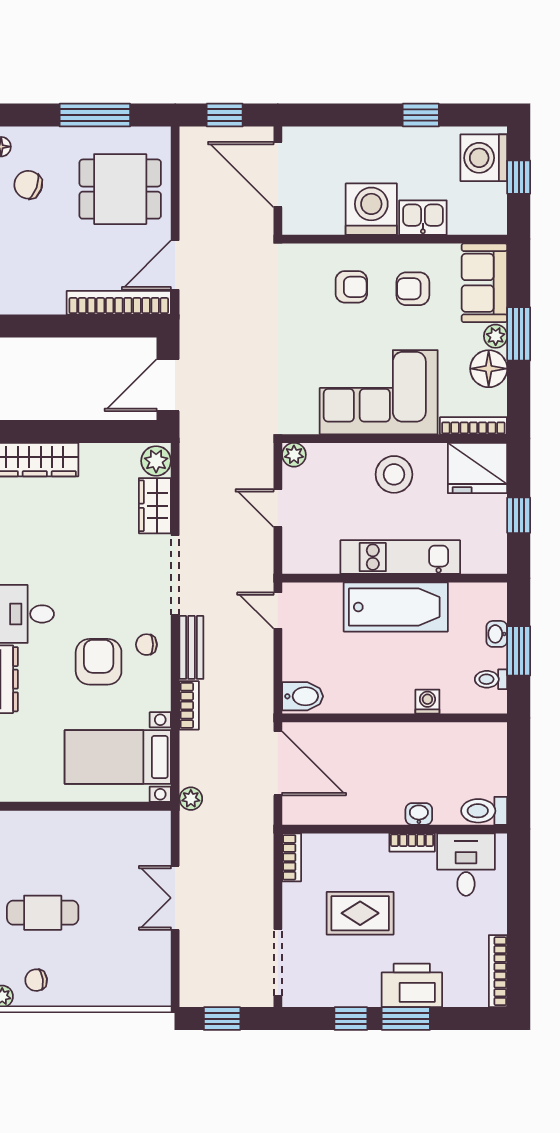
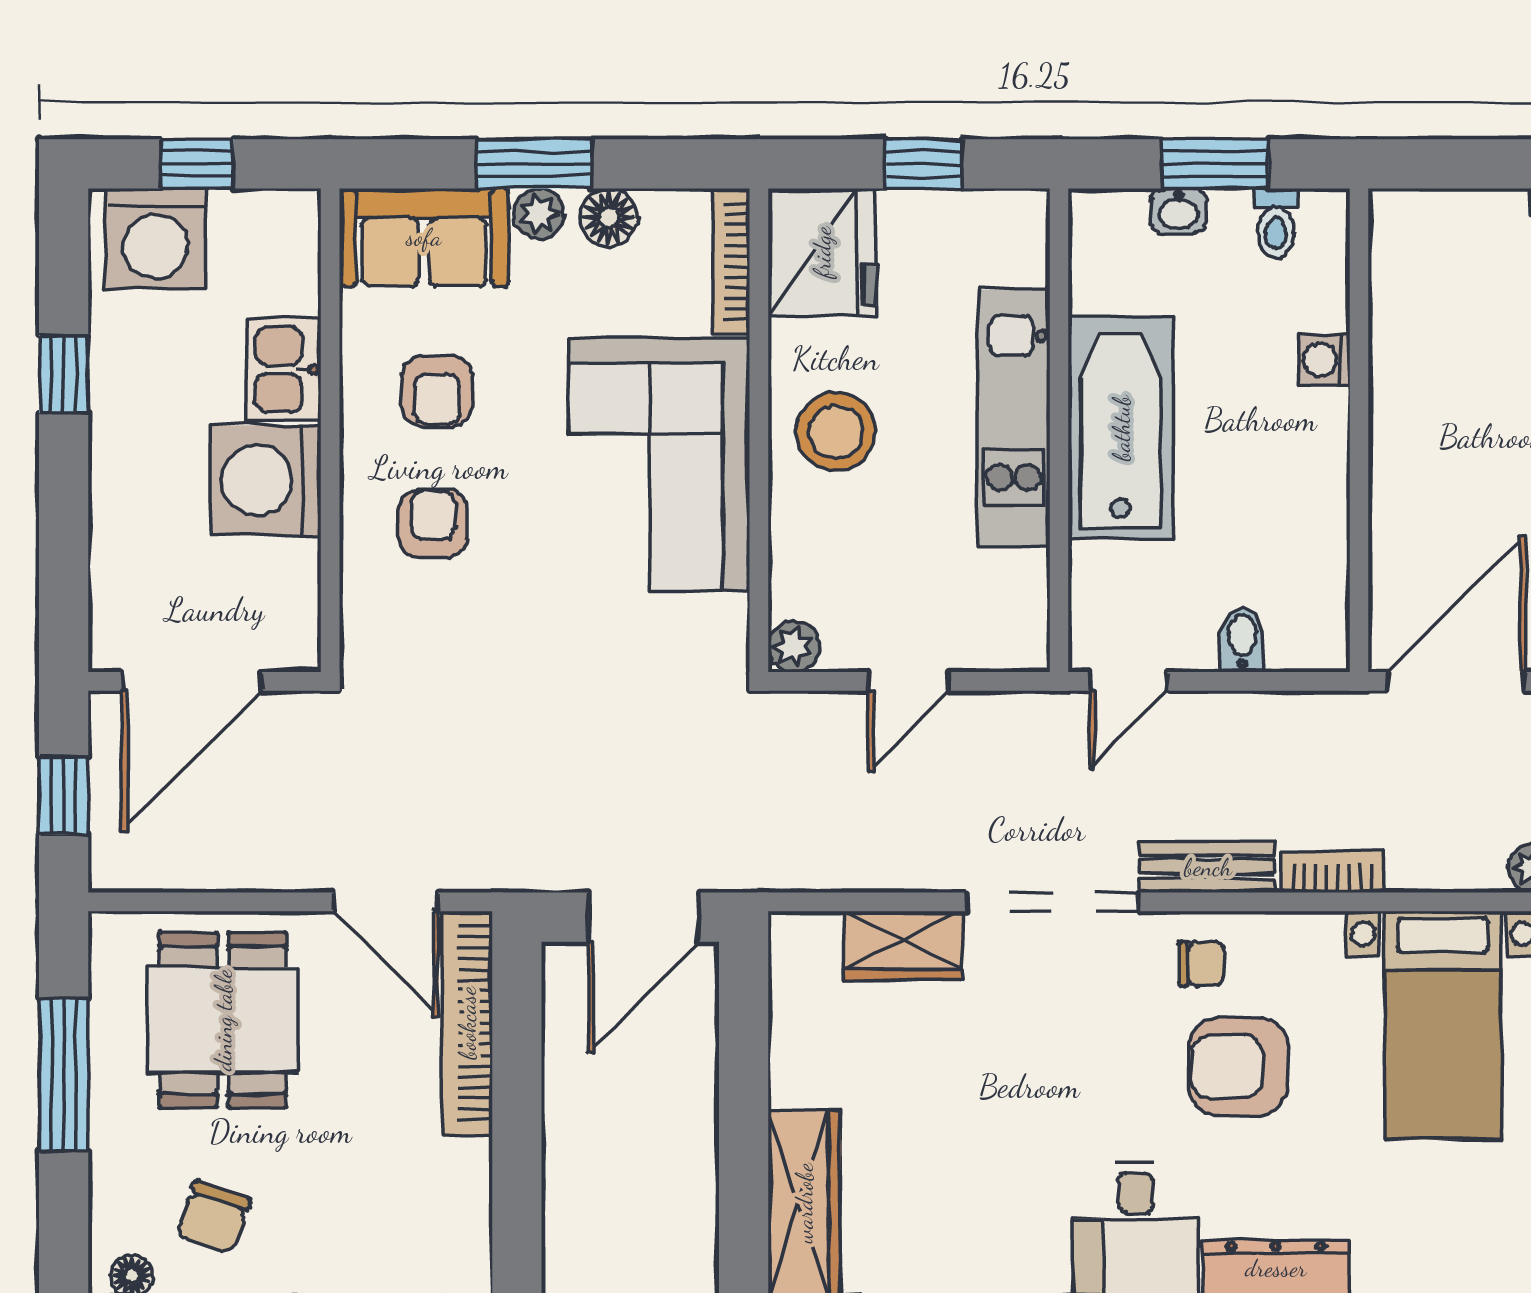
floor lamp: (489, 369) -> (609, 217), width x0.73, depth x0.73
door: (168, 385) -> (644, 917), hinge flipped
plant: (156, 461) -> (807, 943), removed
chair: (146, 645) -> (1201, 964), turned -90
bidet: (303, 696) -> (1242, 640), moved, width x0.72, depth x0.74

